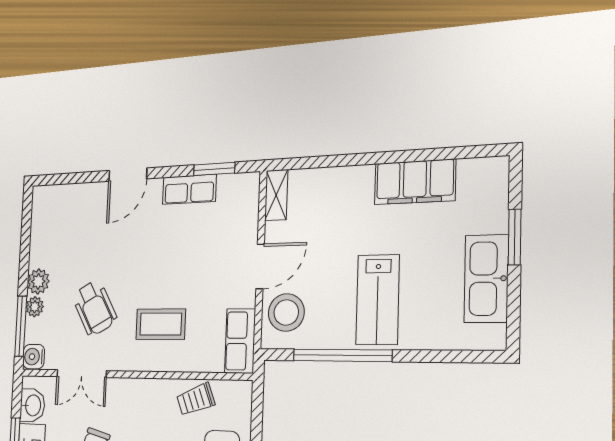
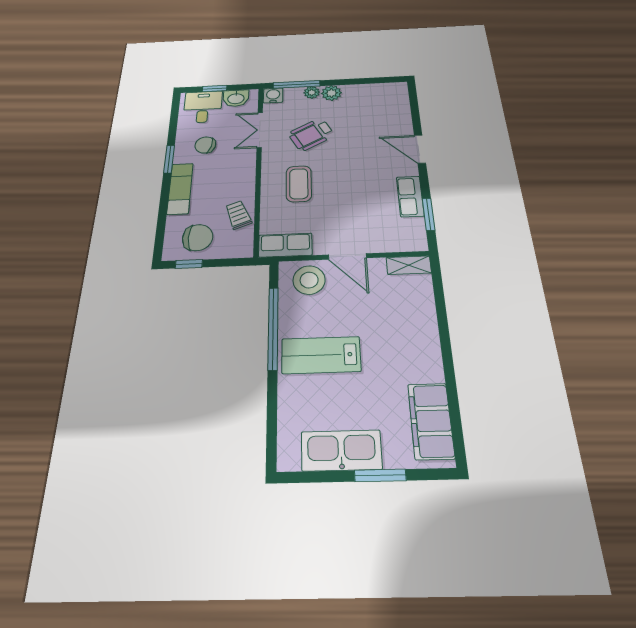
filing cabinet: (415, 182) -> (431, 421), moved

